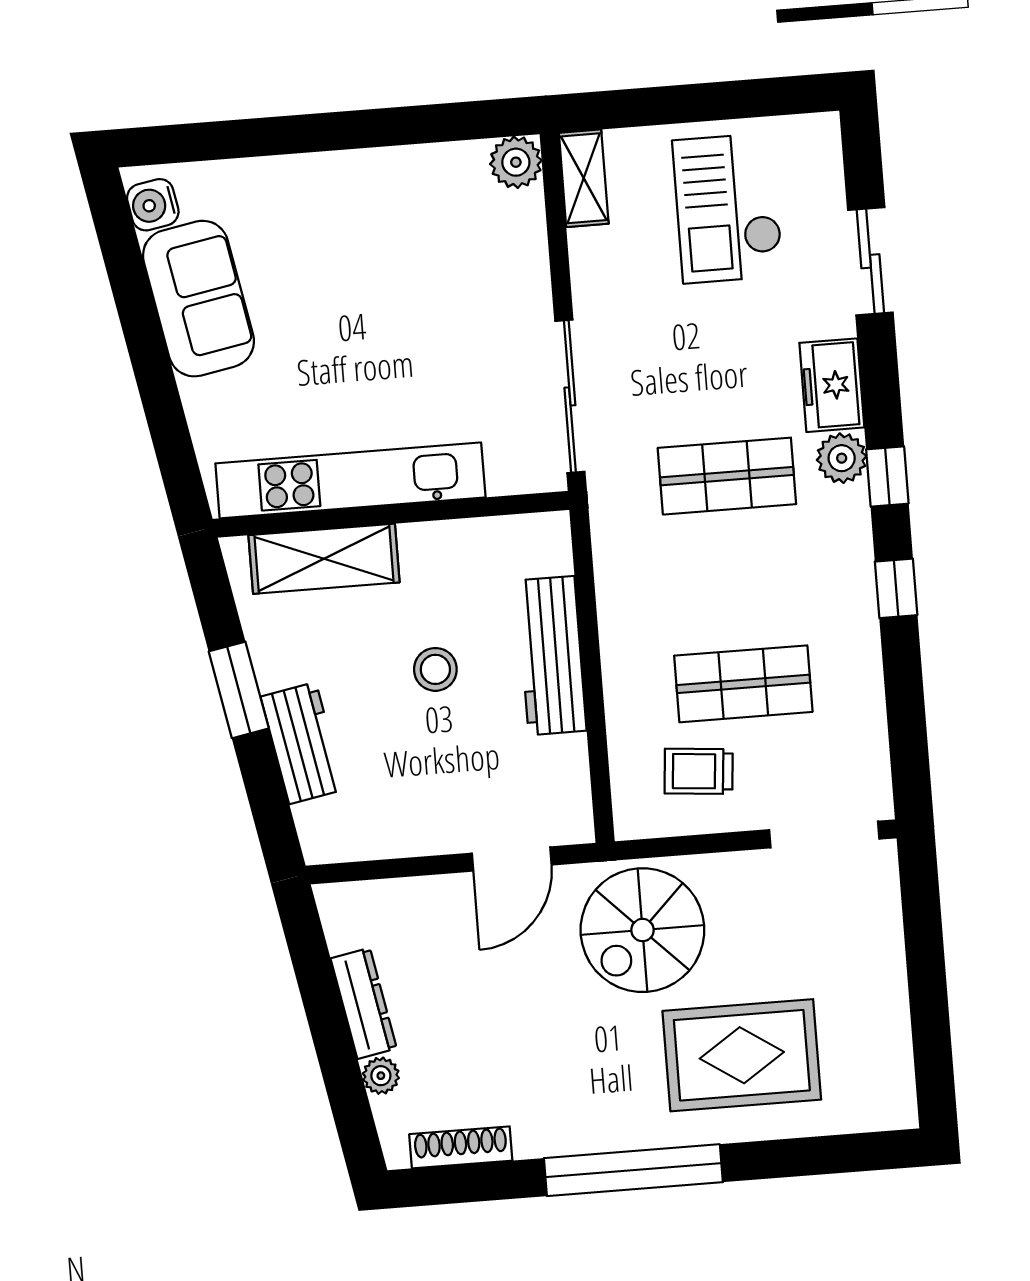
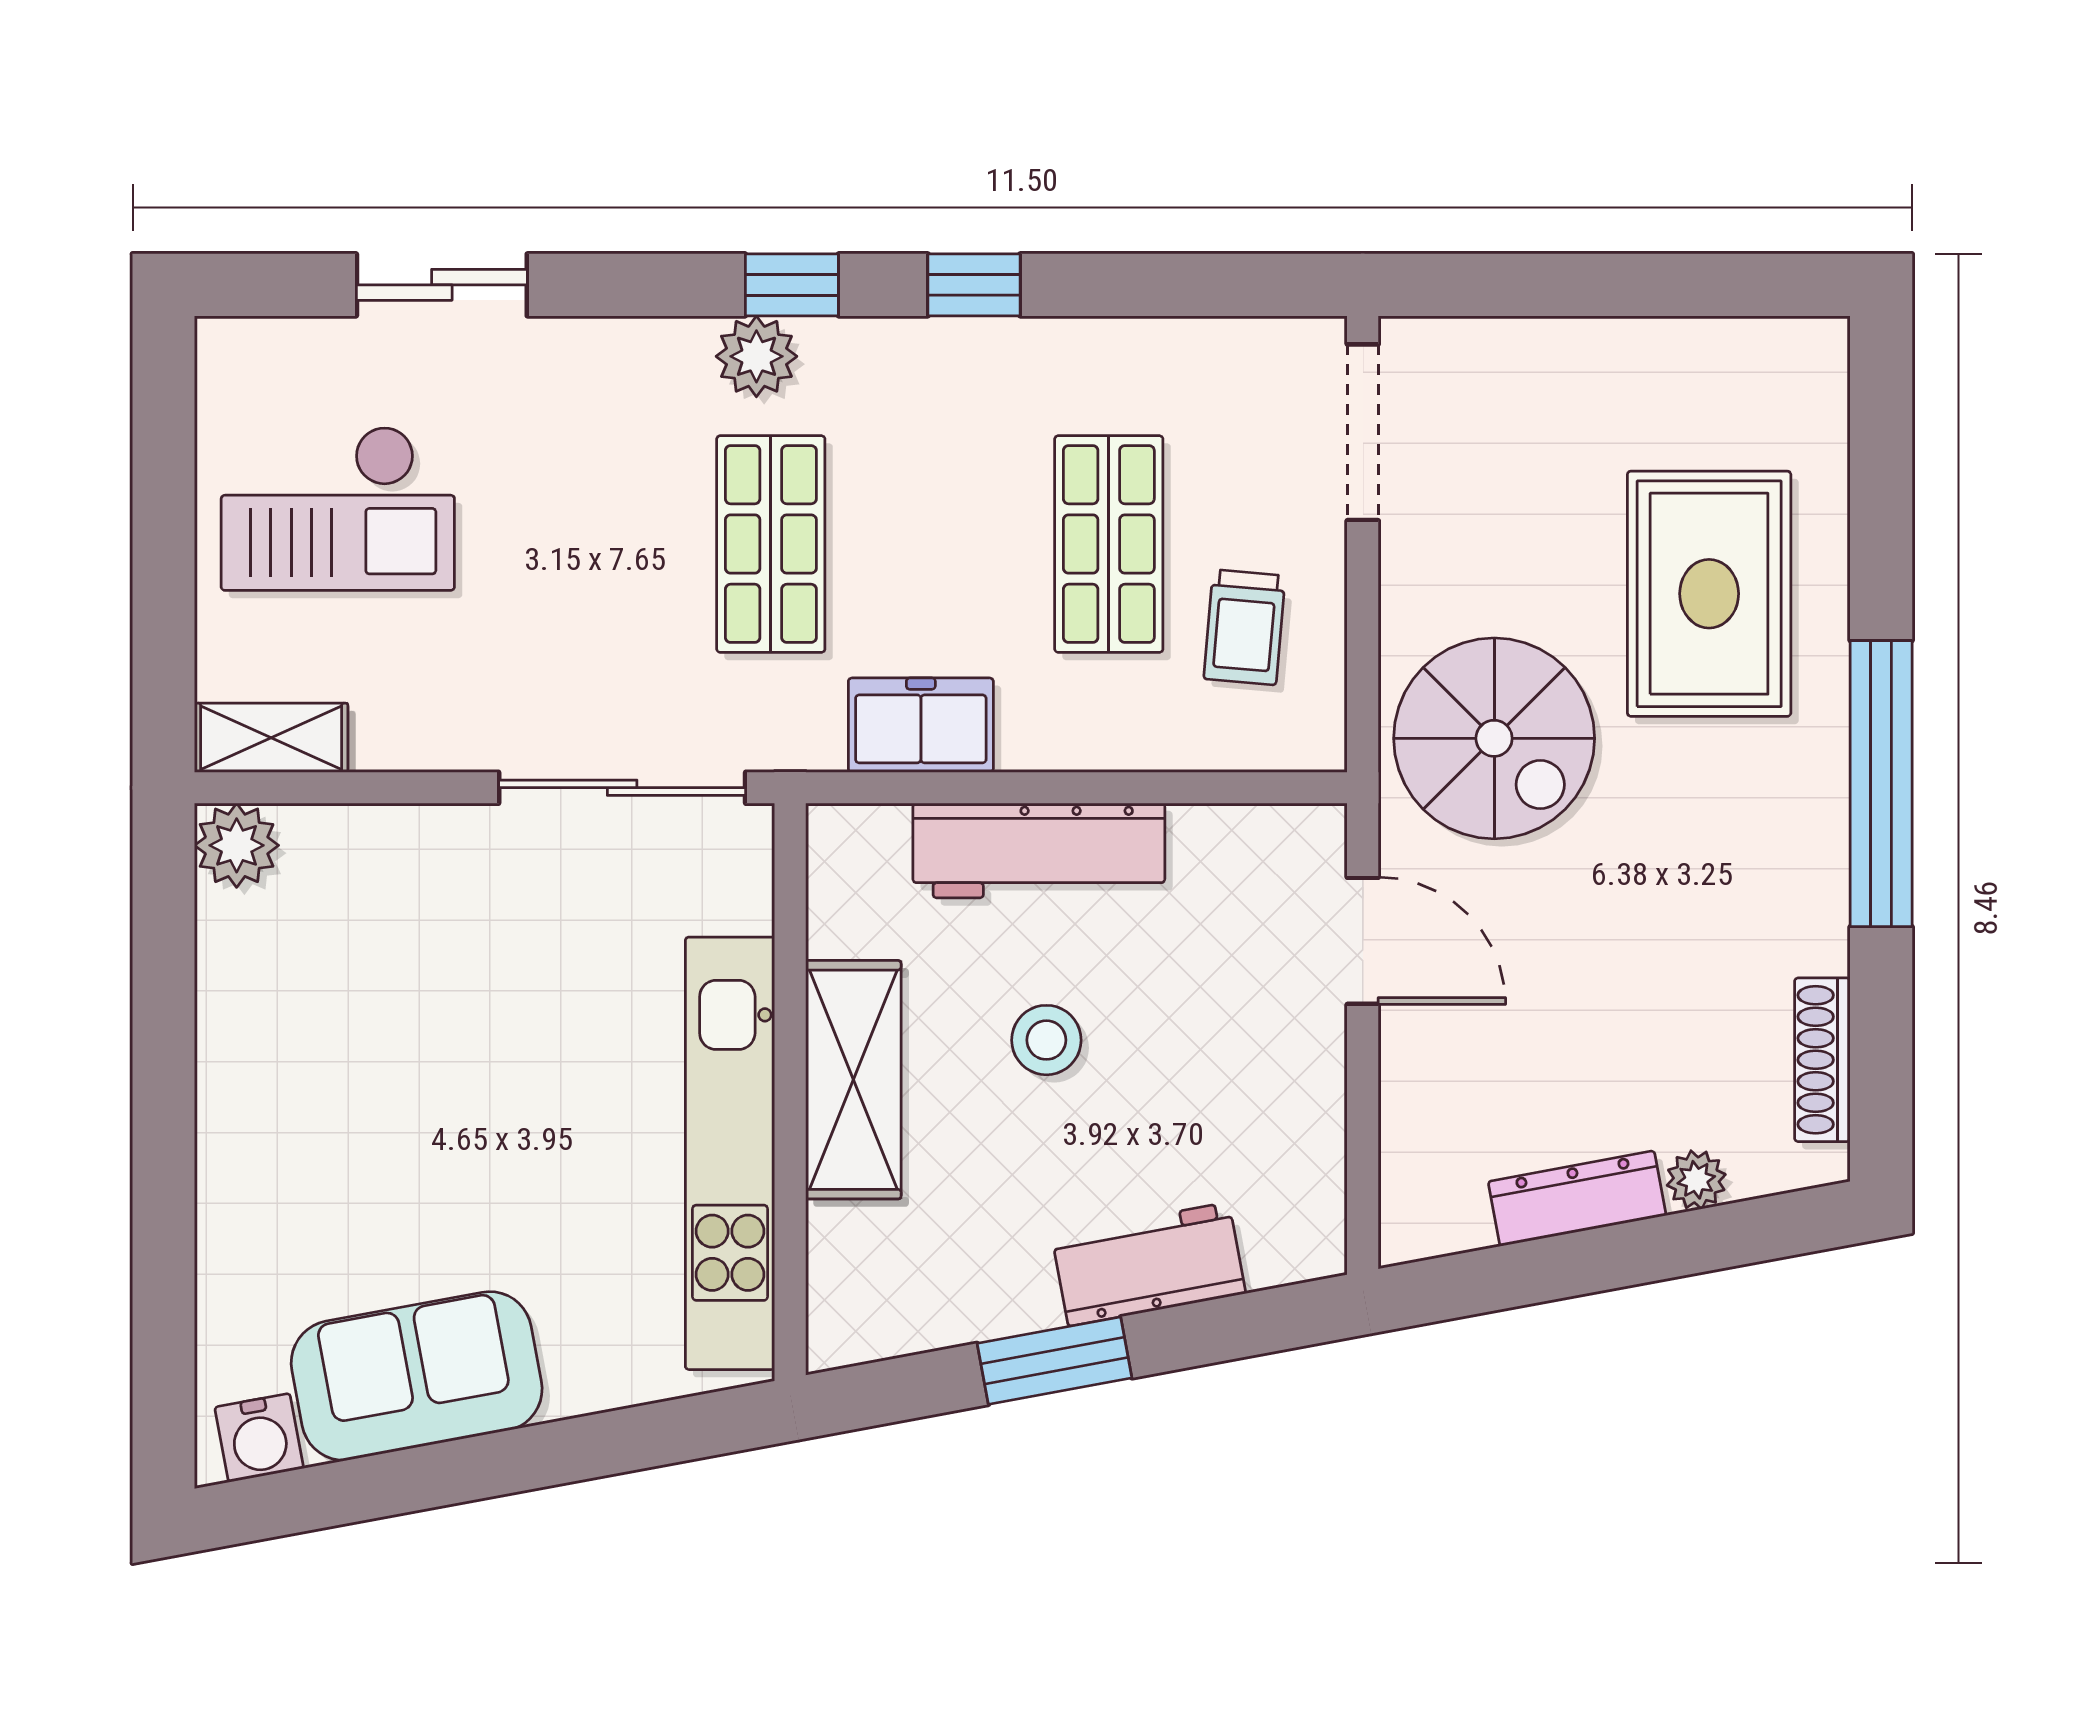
freezer: (832, 385) -> (921, 725), moved, turned 180
shelving: (324, 559) -> (853, 1080), moved

